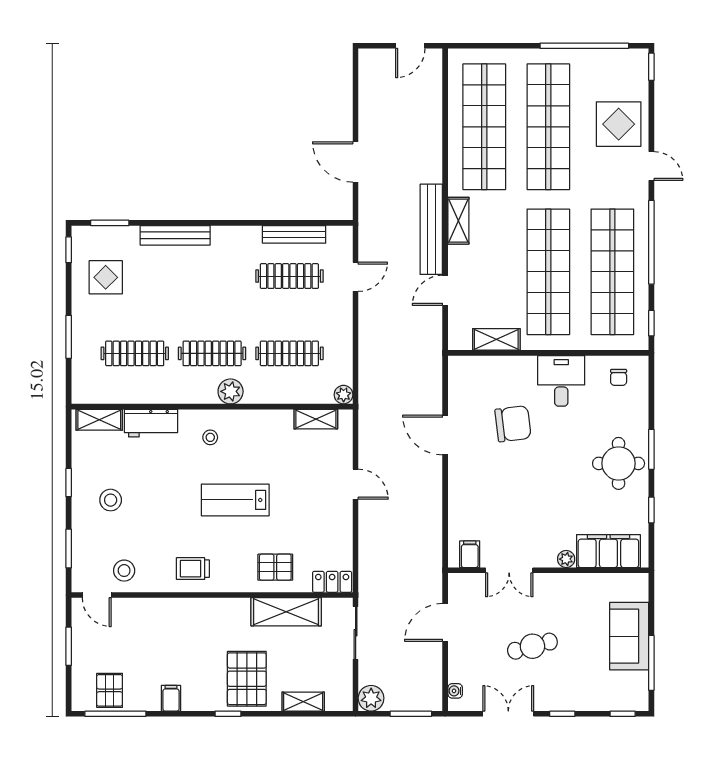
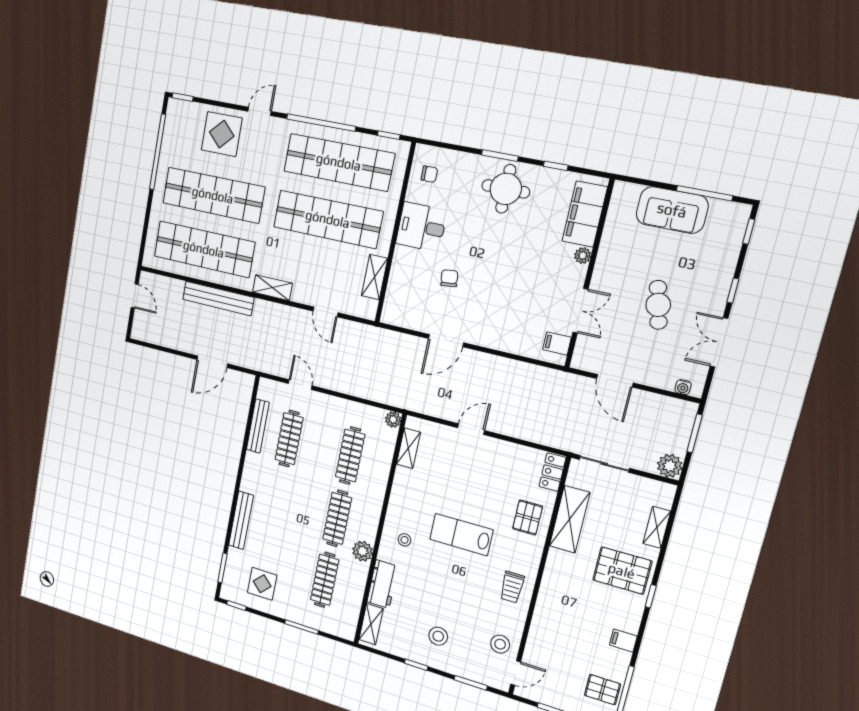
bench: (431, 229) -> (218, 298), moved
plant: (231, 391) -> (363, 551), moved
chair: (513, 424) -> (449, 278), width x0.54, depth x0.54
lab bench: (235, 500) -> (461, 535), turned 90

